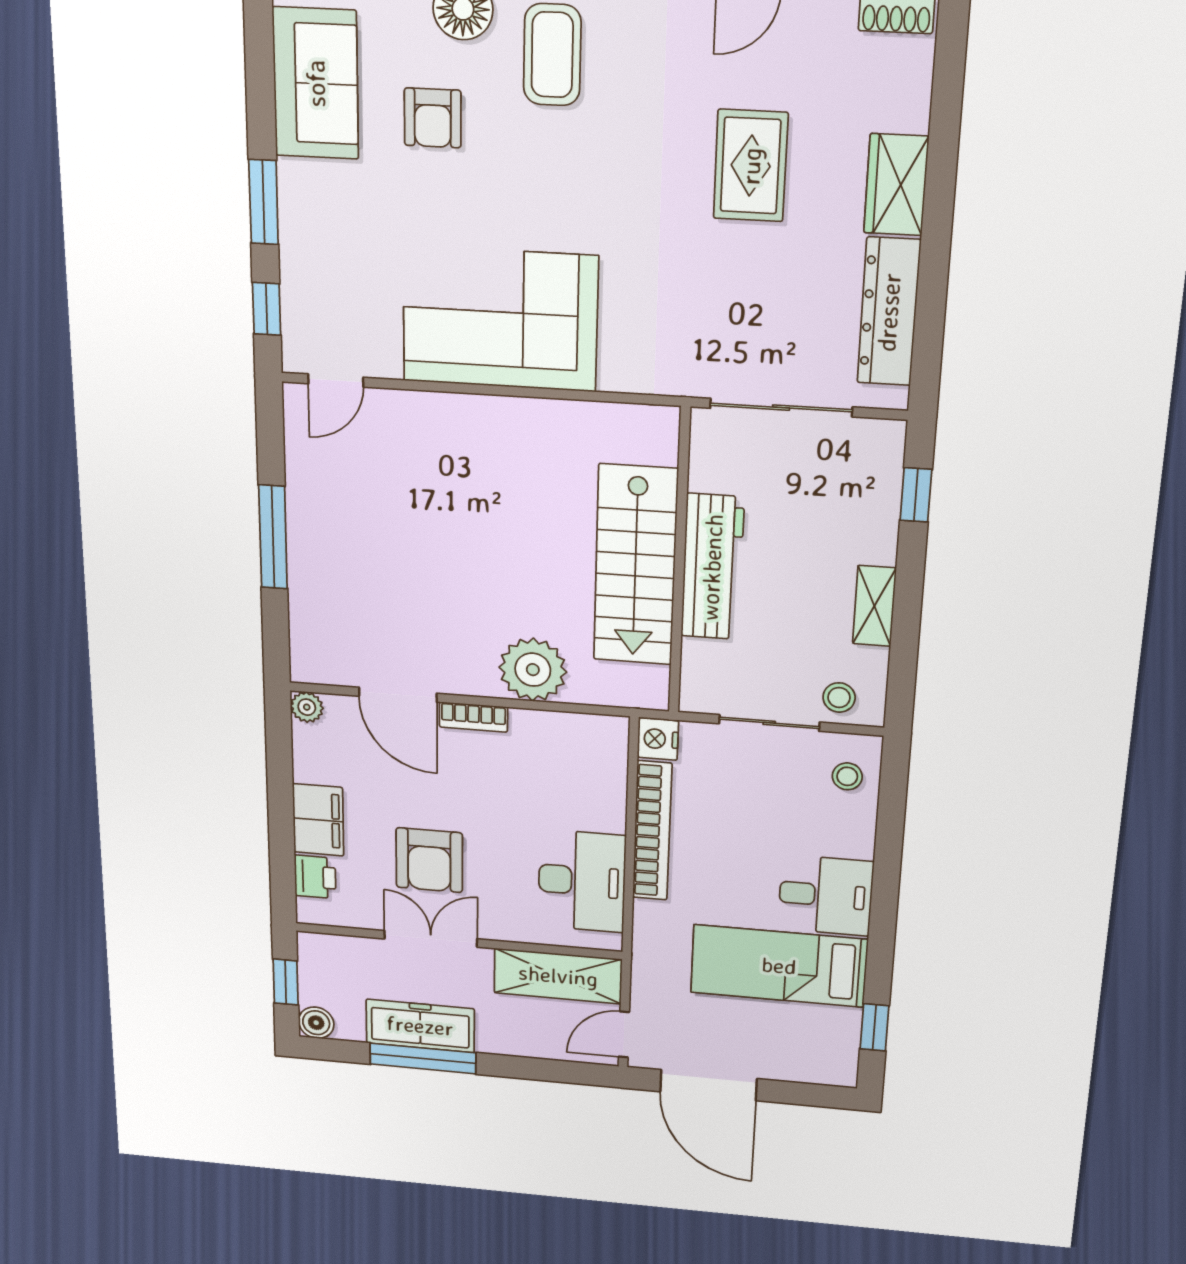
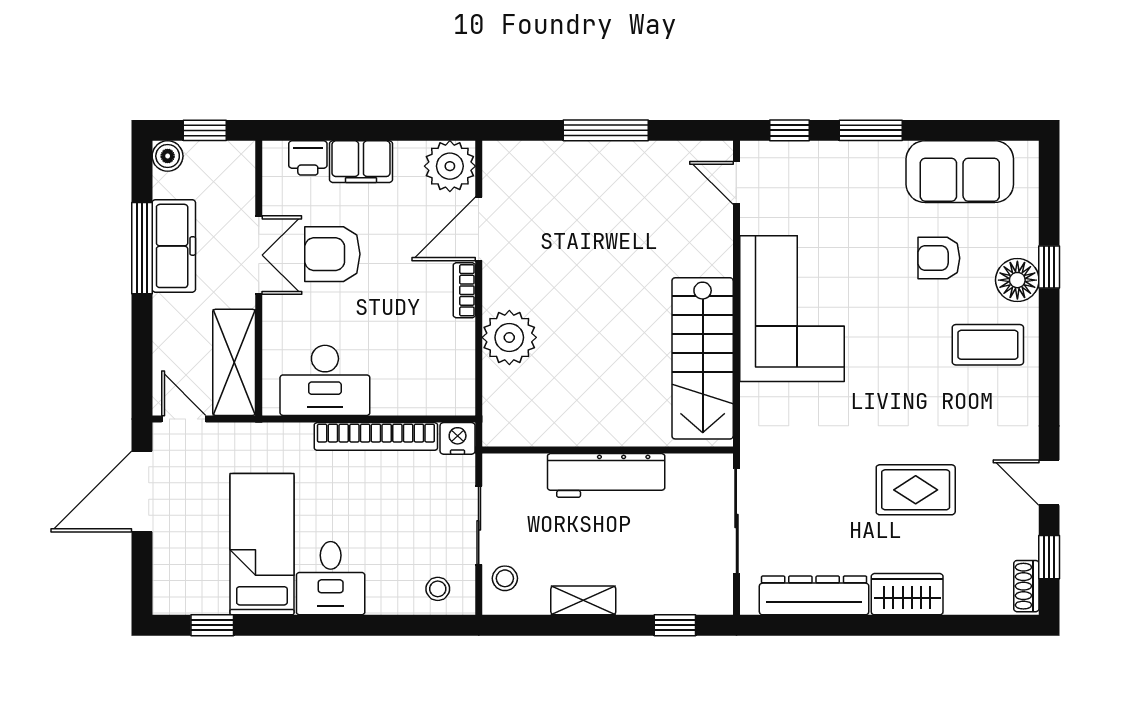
stairs: (635, 565) -> (703, 358), moved, turned -90
plant: (307, 707) -> (450, 166), width x1.88, depth x1.88

